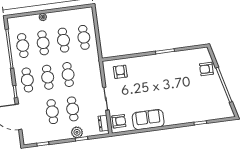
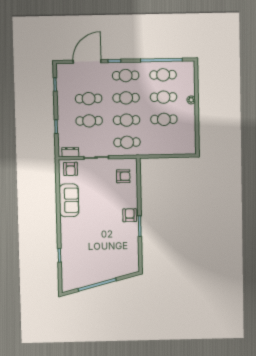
cafe table: (84, 37) -> (127, 142), moved
armchair: (206, 69) -> (130, 215), moved
plant: (77, 132) -> (63, 123), removed

